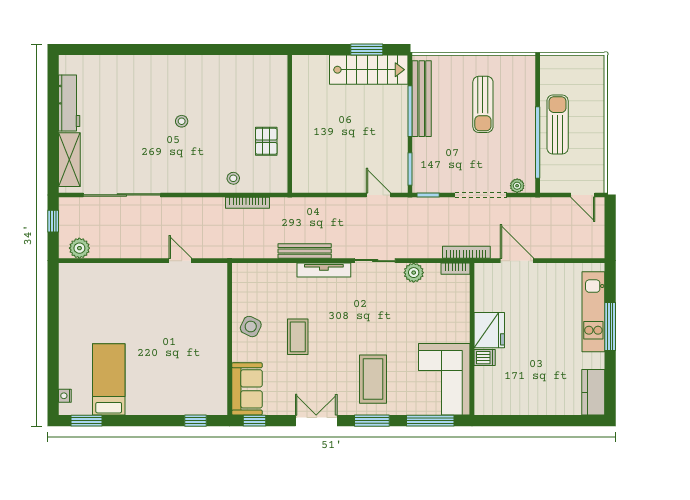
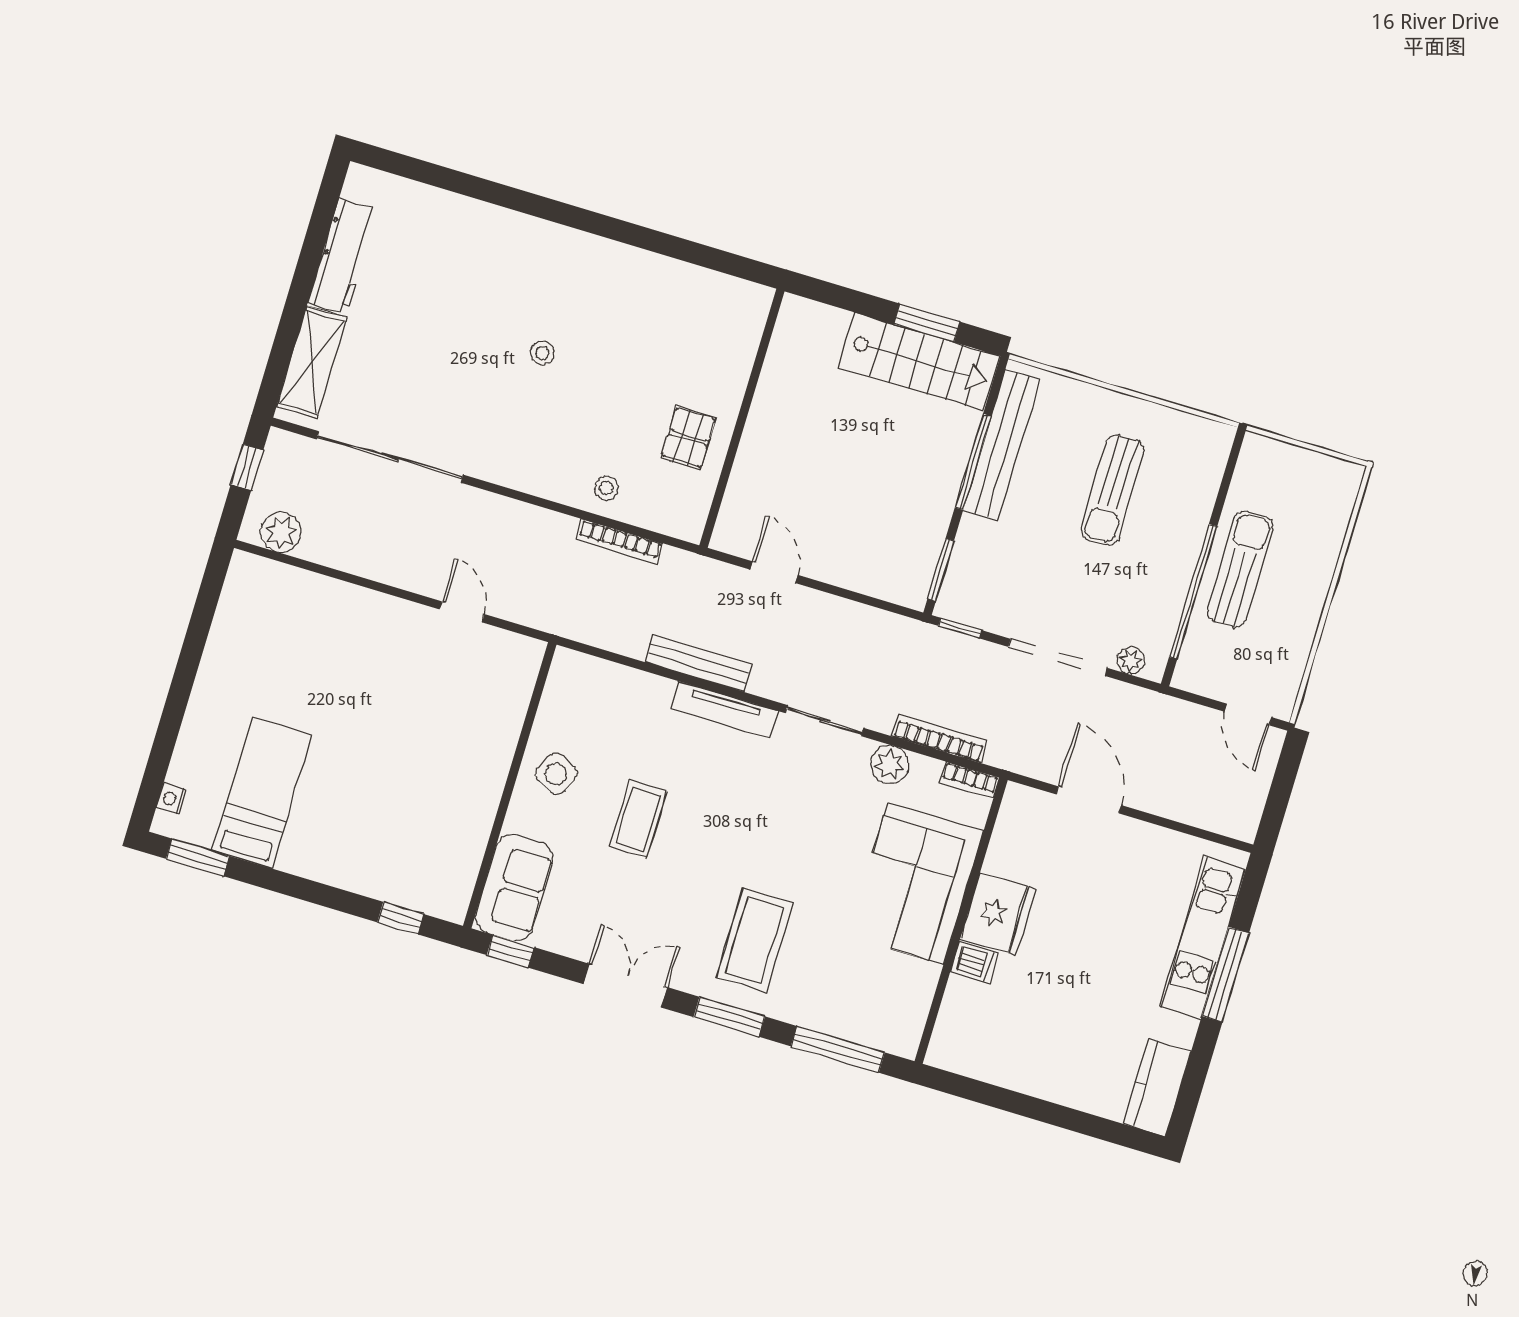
door: (378, 195) -> (774, 572), moved
bookcase: (466, 252) -> (939, 738), moved
corner sofa: (444, 379) -> (916, 884), moved

